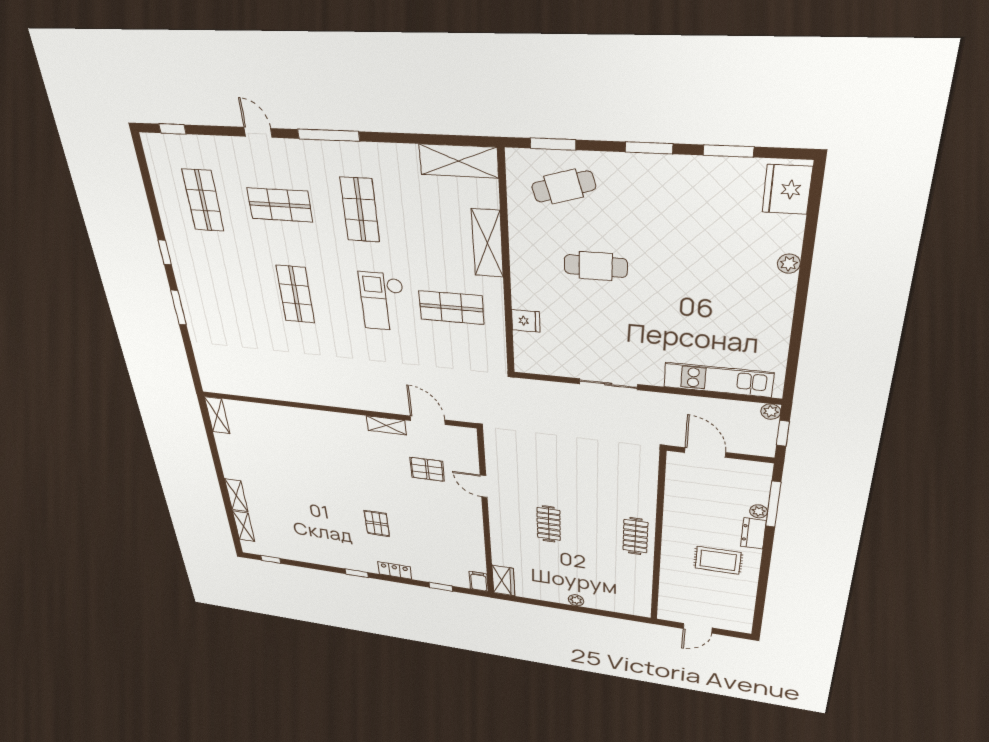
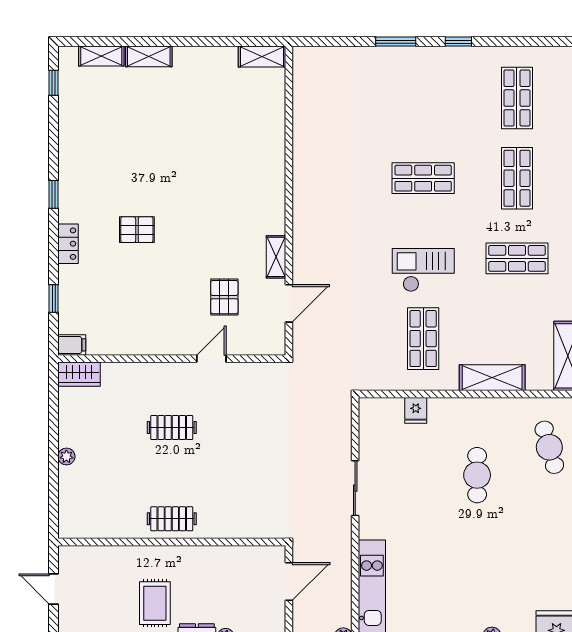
shop shelf: (203, 200) -> (517, 98), turned 90

